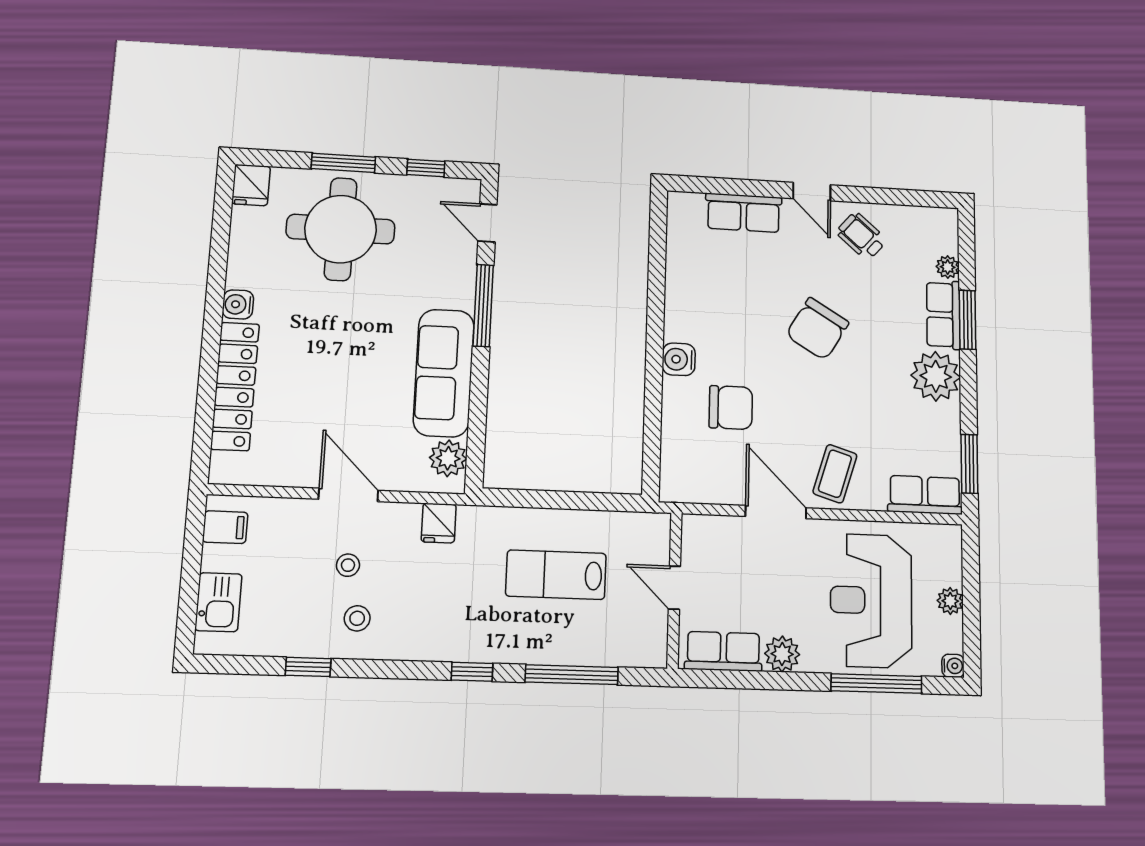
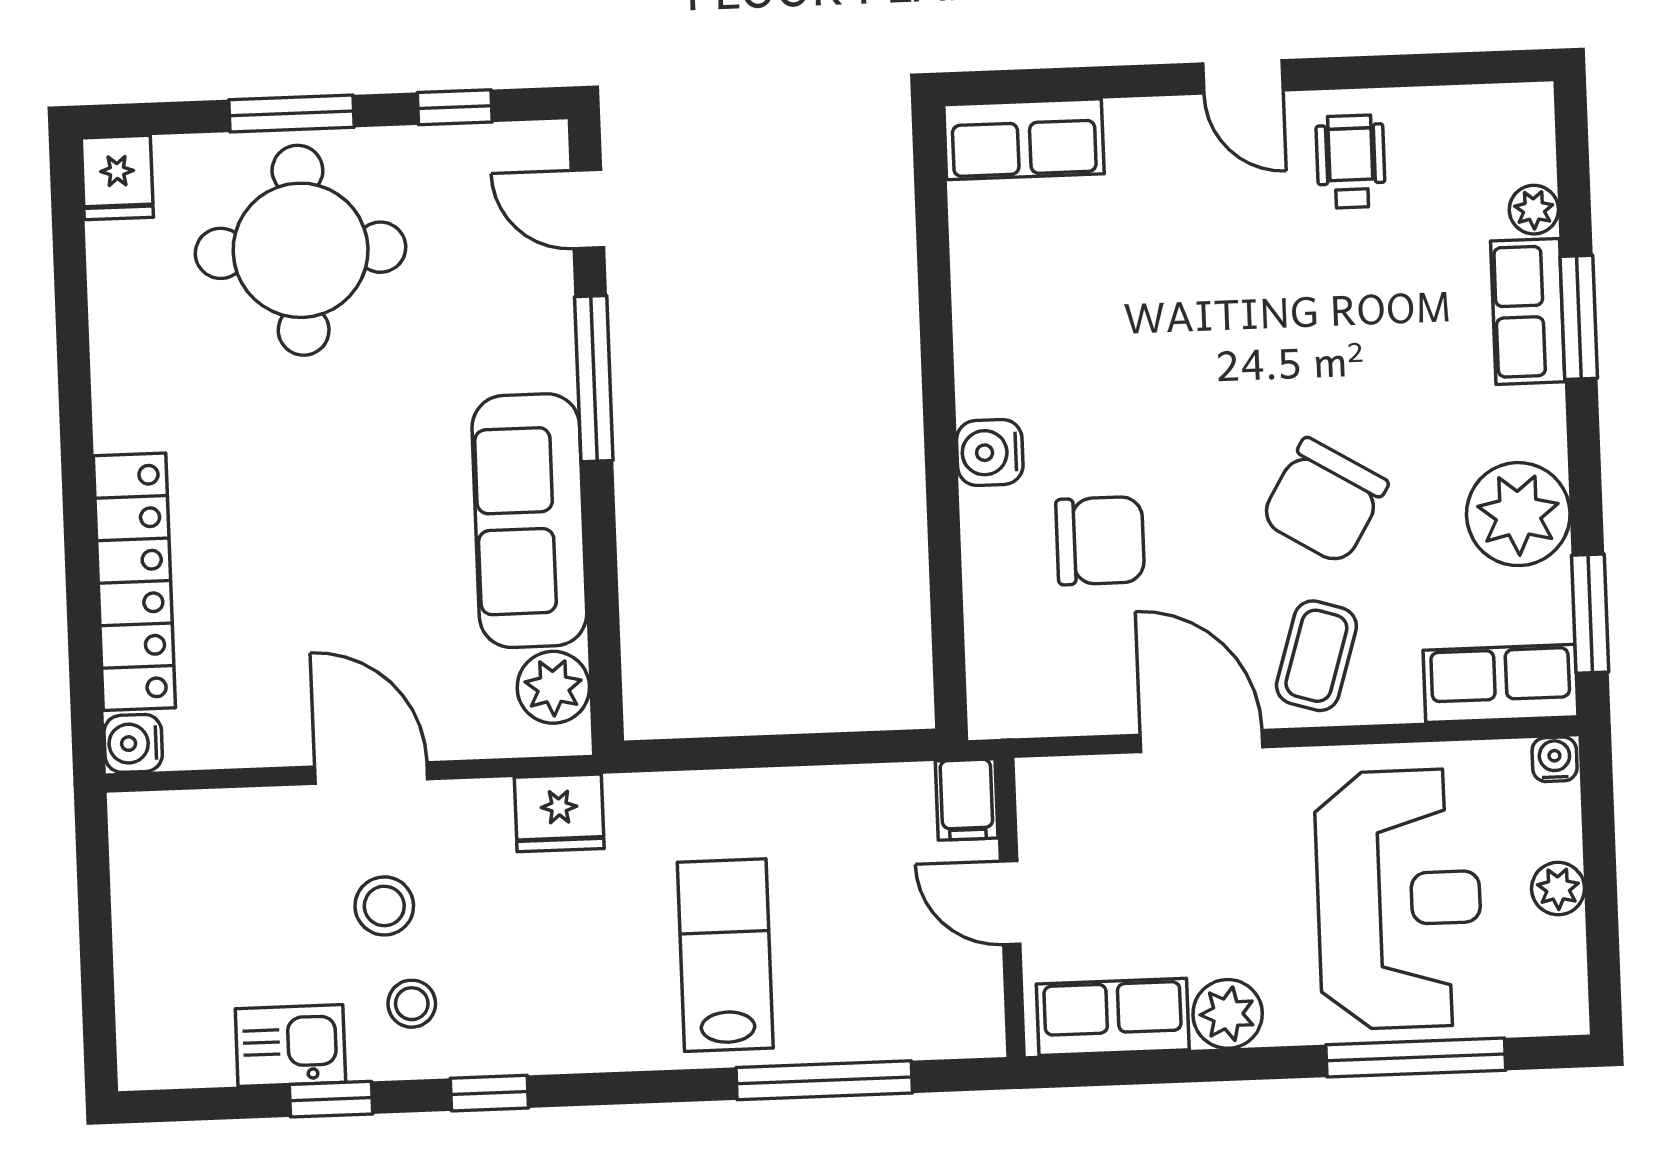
row of seats: (744, 213) -> (1024, 139), moved
wheelchair: (861, 236) -> (1351, 162), turned 49
water cooler: (238, 304) -> (133, 743), moved
chair: (817, 329) -> (1324, 501), moved
plant: (936, 376) -> (1518, 514), moved
fridge: (439, 523) -> (559, 813), width x1.38
filing cabinet: (225, 527) -> (967, 800), moved, turned 90
stool: (348, 565) -> (384, 906), width x1.37, depth x1.37
lab bench: (556, 575) -> (725, 955), moved, turned 90
reception desk: (871, 600) -> (1399, 899), turned 180
kitchen sink: (218, 602) -> (290, 1045), moved, turned -90
water cooler: (953, 666) -> (1555, 759), moved, turned -90
window: (472, 672) -> (489, 1093), moved

